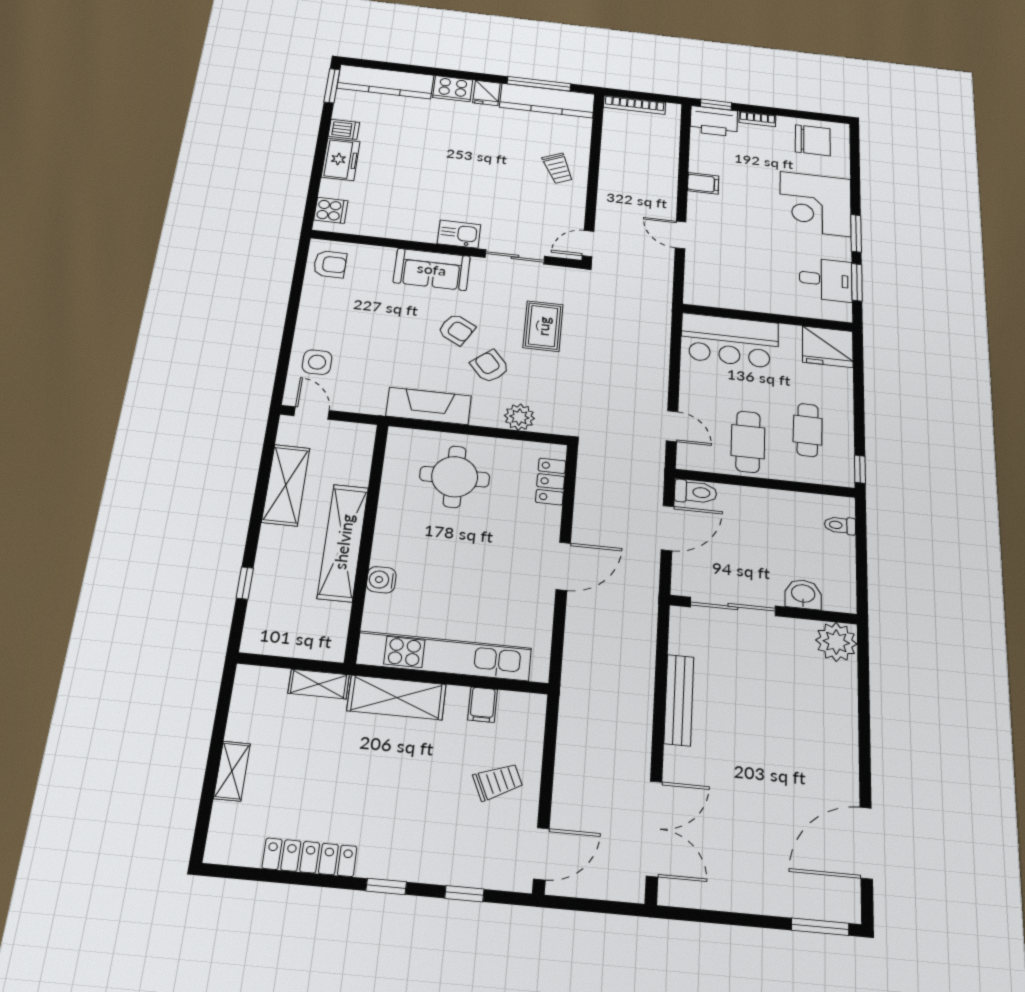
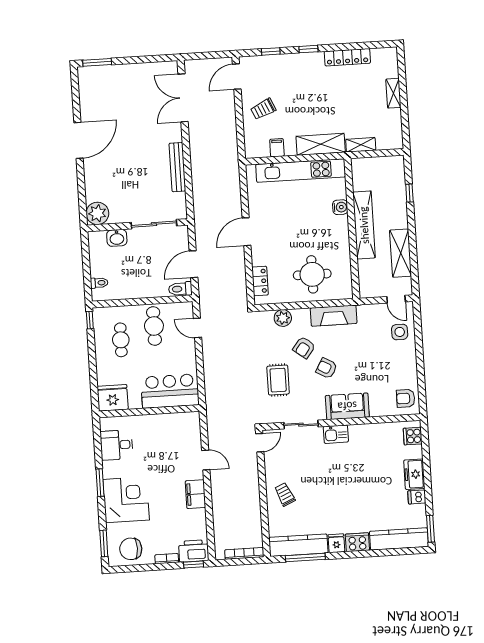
filing cabinet: (703, 183) -> (195, 494), width x2.00
window: (857, 282) -> (104, 543), moved
armchair: (490, 366) -> (304, 347), turned 77
door: (866, 843) -> (78, 140), moved

